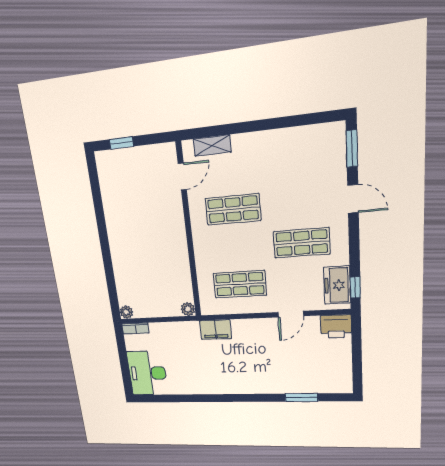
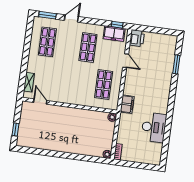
shop shelf: (233, 209) -> (47, 42), moved
desk: (147, 373) -> (154, 127), moved, turned -90

